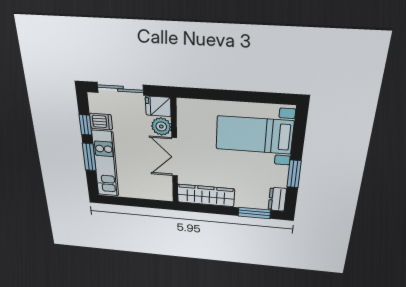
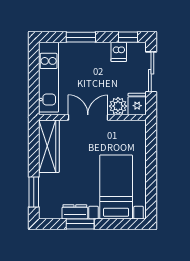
window: (85, 125) -> (128, 37), moved
kitchen unit: (105, 164) -> (49, 77), moved, turned -90
dresser: (277, 199) -> (75, 212), moved

